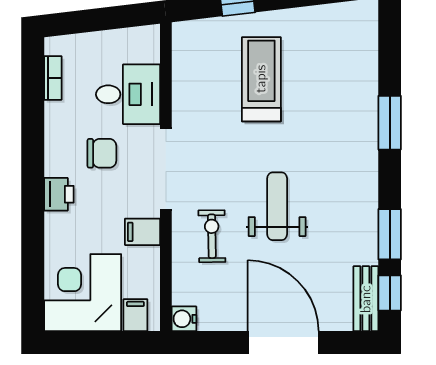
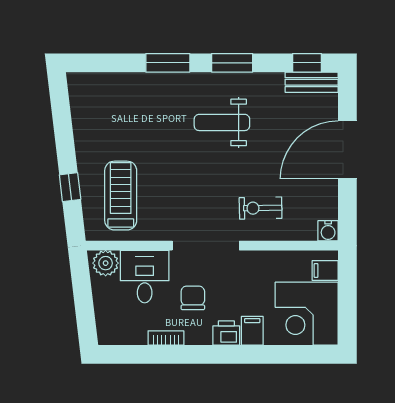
plant: (144, 47) -> (106, 263), added
bookcase: (53, 78) -> (166, 338), moved
treadmill: (261, 79) -> (121, 196), moved, turned 90
weight bench: (277, 206) -> (222, 122), moved
filing cabinet: (143, 232) -> (252, 331), moved, turned 180
window: (390, 234) -> (232, 63), moved

